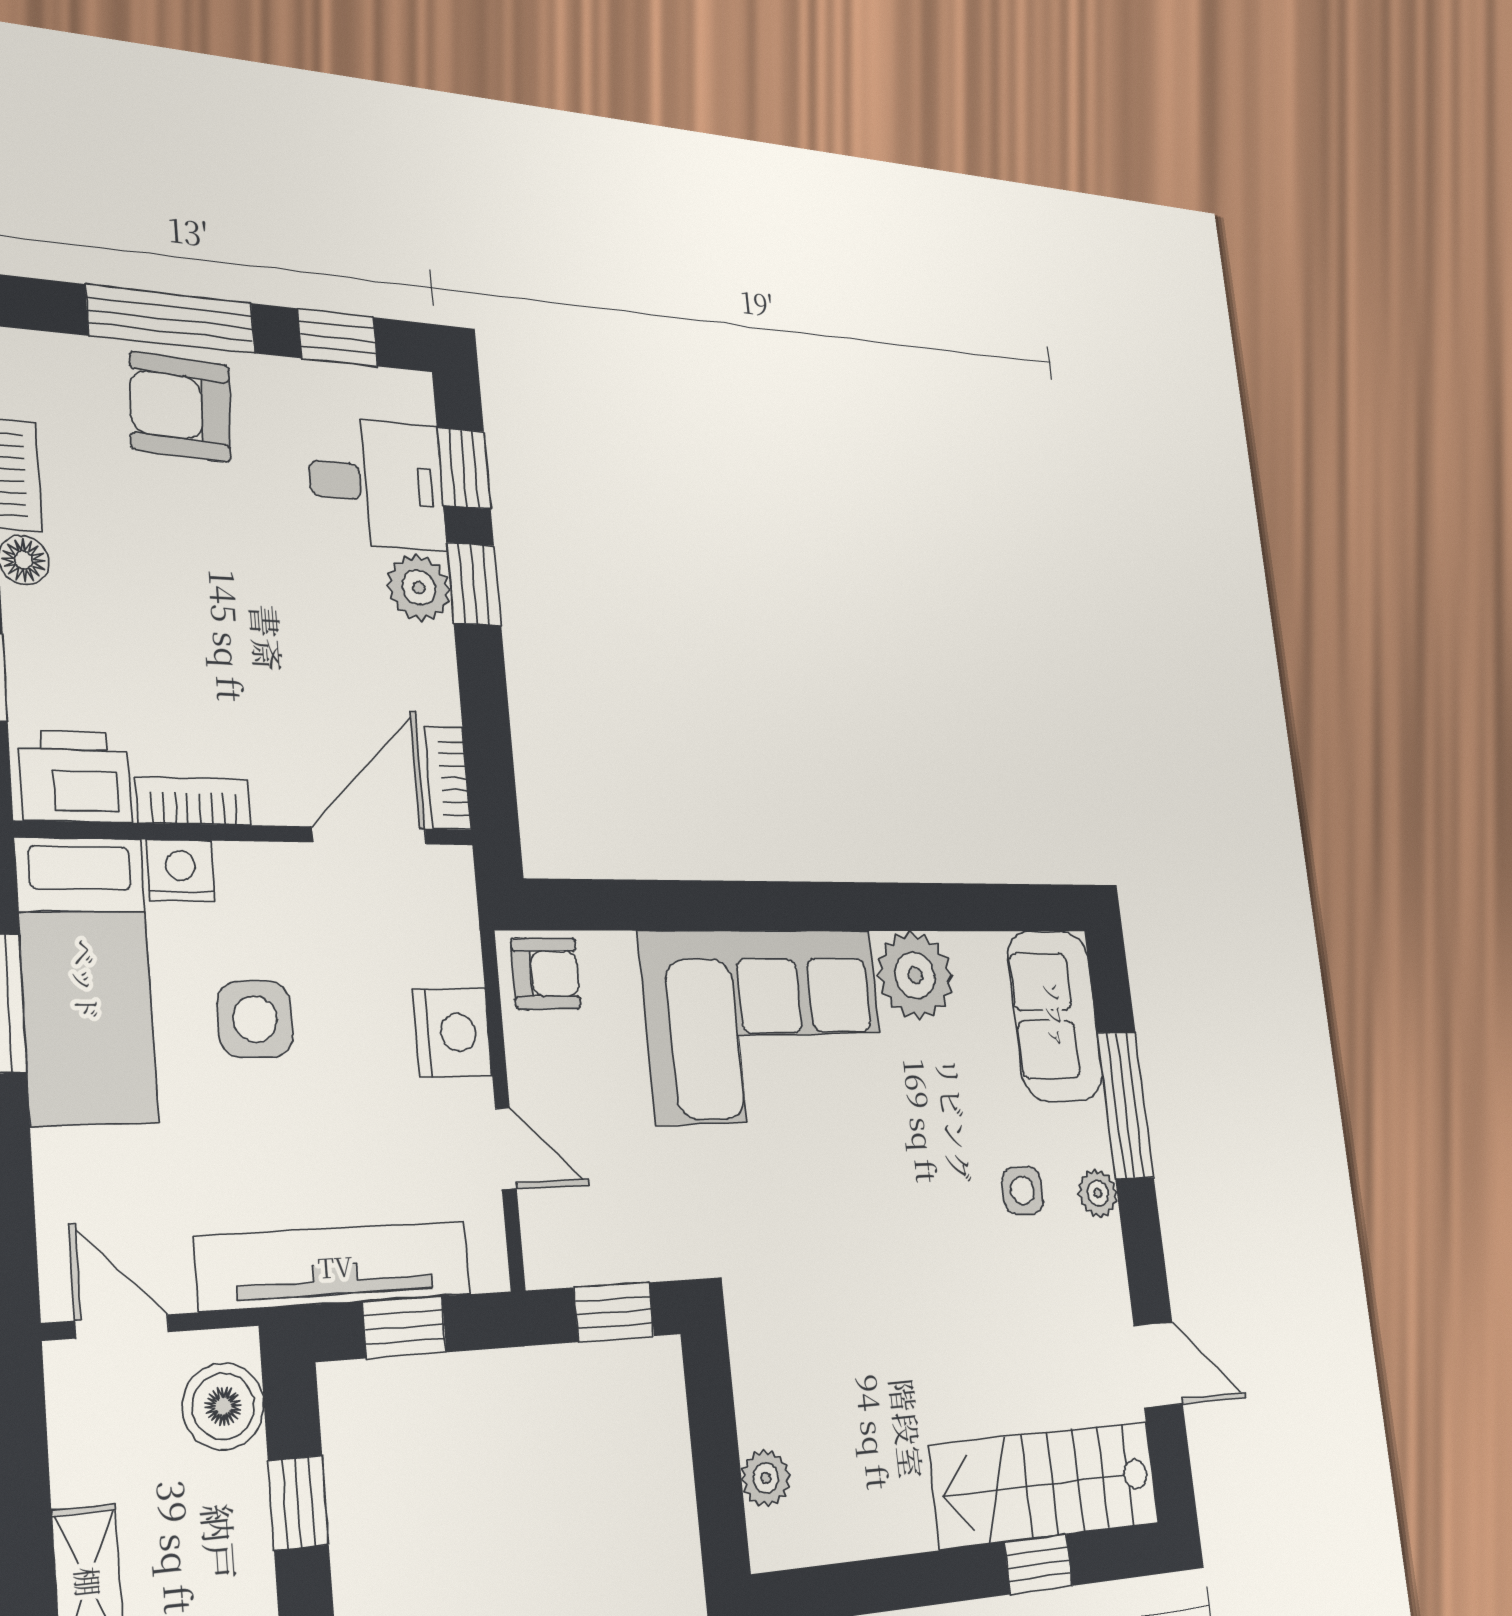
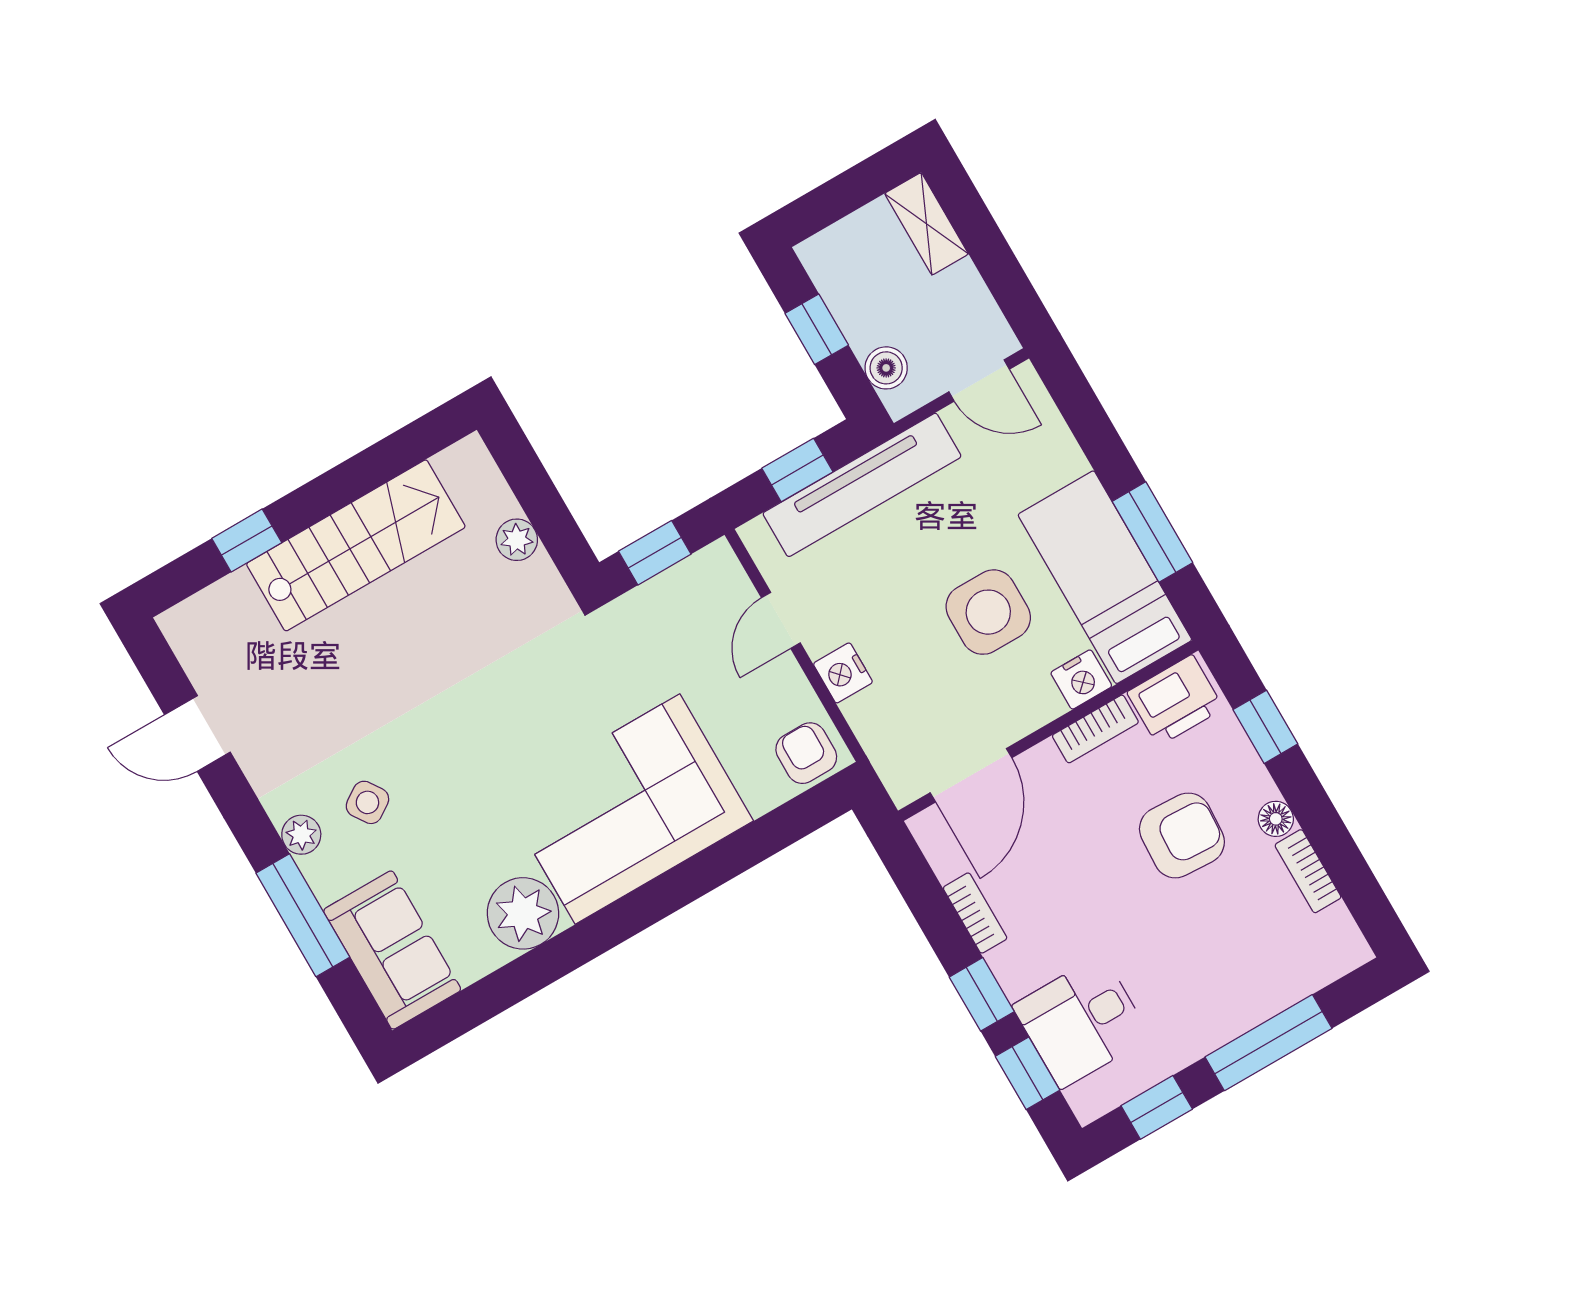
armchair: (180, 407) -> (1182, 835), moved
plant: (419, 588) -> (1018, 967), removed
bookcase: (448, 778) -> (975, 913), moved
armchair: (546, 974) -> (806, 753), turned 90
side table: (255, 1019) -> (988, 612), width x1.37, depth x1.37
nightstand: (453, 1032) -> (843, 673), width x0.74, depth x0.75
door: (506, 1148) -> (781, 620), hinge flipped
side table: (1023, 1191) -> (367, 802), turned -34
boiler: (223, 1406) -> (886, 368), width x0.73, depth x0.73
plant: (766, 1478) -> (517, 540), moved
stairs: (1045, 1484) -> (356, 545), moved

